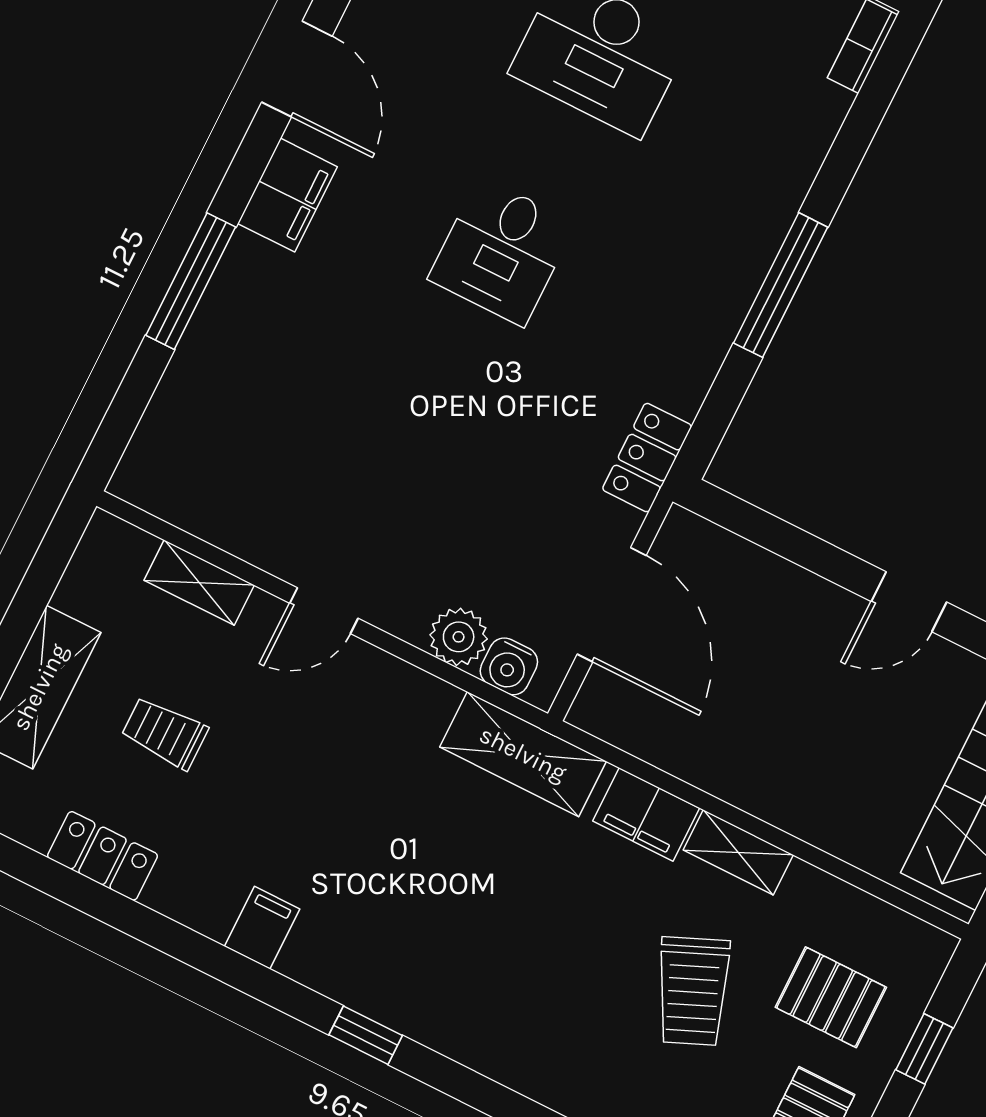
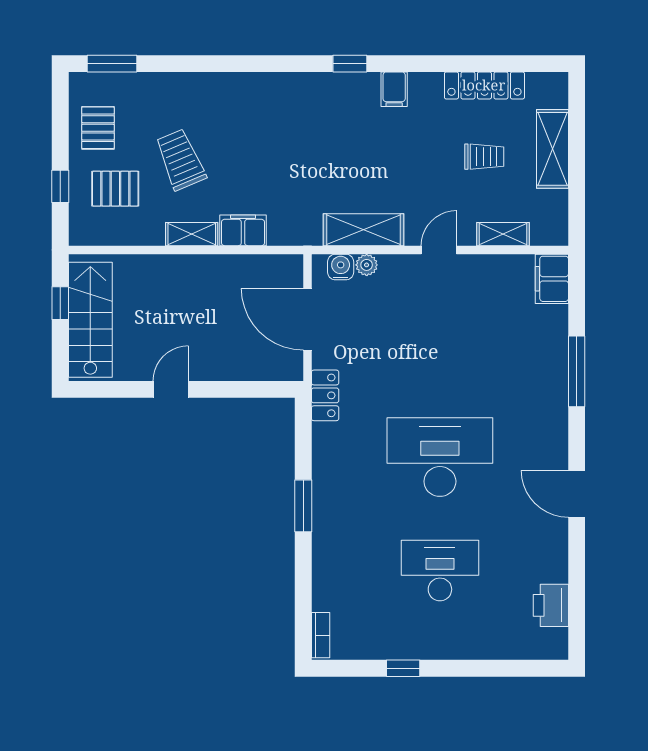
filing cabinet: (287, 195) -> (552, 279), moved
desk: (502, 251) -> (440, 457), width x1.87, depth x1.30
window: (781, 285) -> (303, 506), width x0.69
plant: (459, 637) -> (367, 265), width x0.73, depth x0.73
shelving: (523, 754) -> (364, 230), moved
locker: (102, 856) -> (484, 85), width x1.53
window: (366, 1035) -> (350, 64), moved

